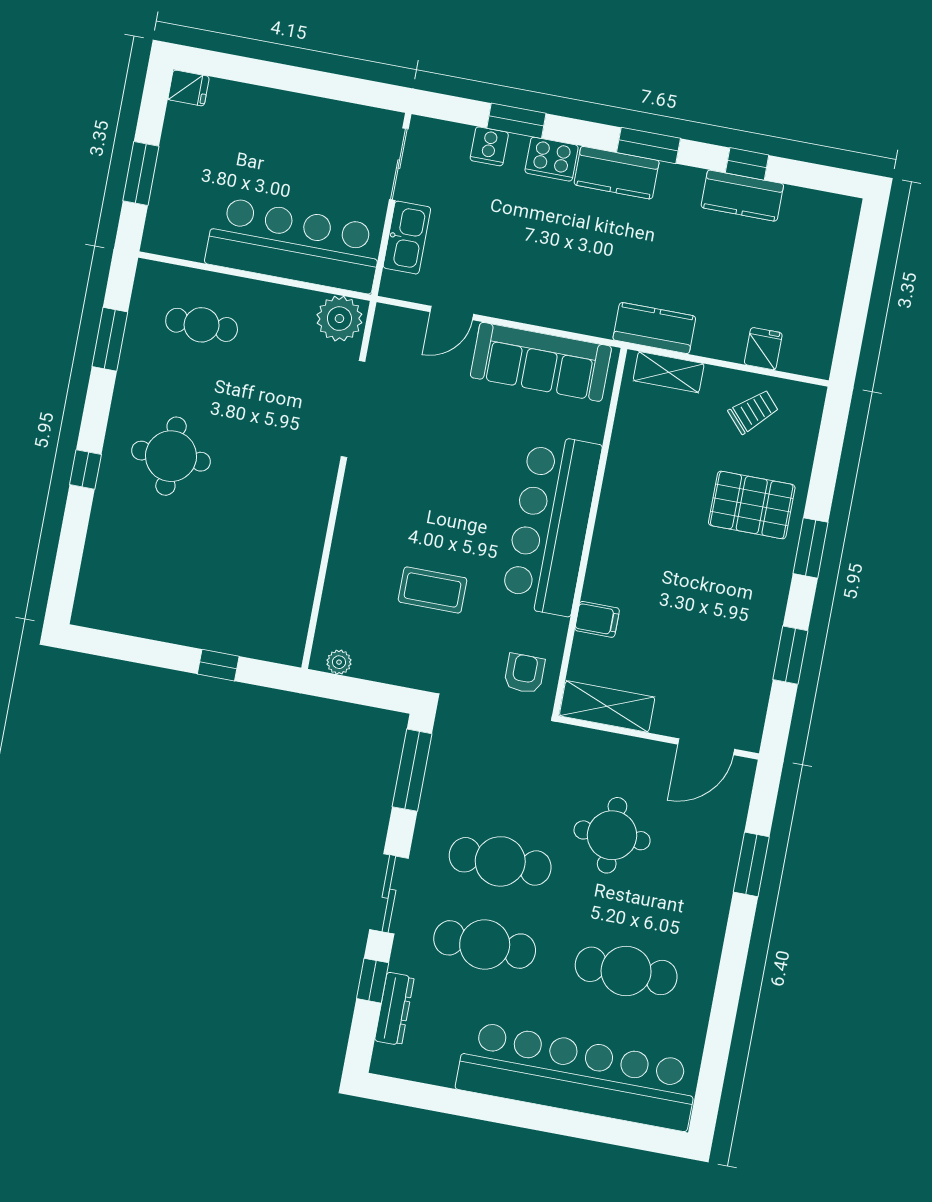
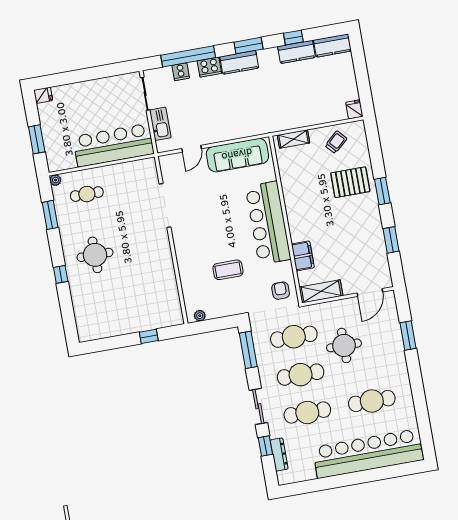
window: (516, 121) -> (188, 56), width x2.11
plant: (339, 319) -> (55, 180), moved, width x0.53, depth x0.53
kitchen counter: (654, 328) -> (332, 46), moved, turned 180
fridge: (763, 349) -> (354, 109), moved
filing cabinet: (597, 619) -> (303, 256), width x2.00
cafe table: (516, 778) -> (294, 337), added

